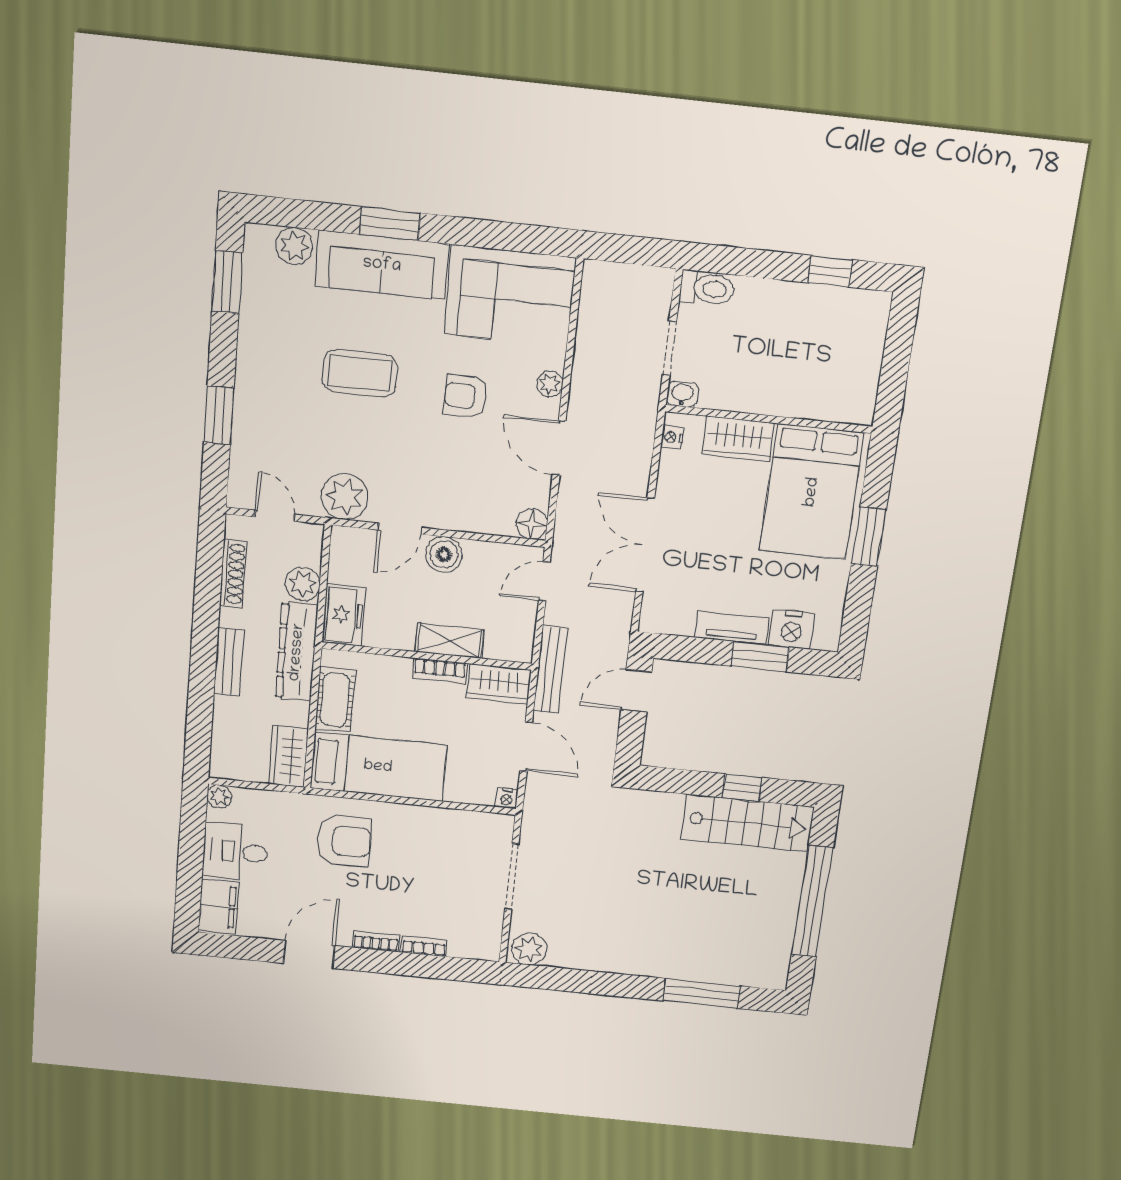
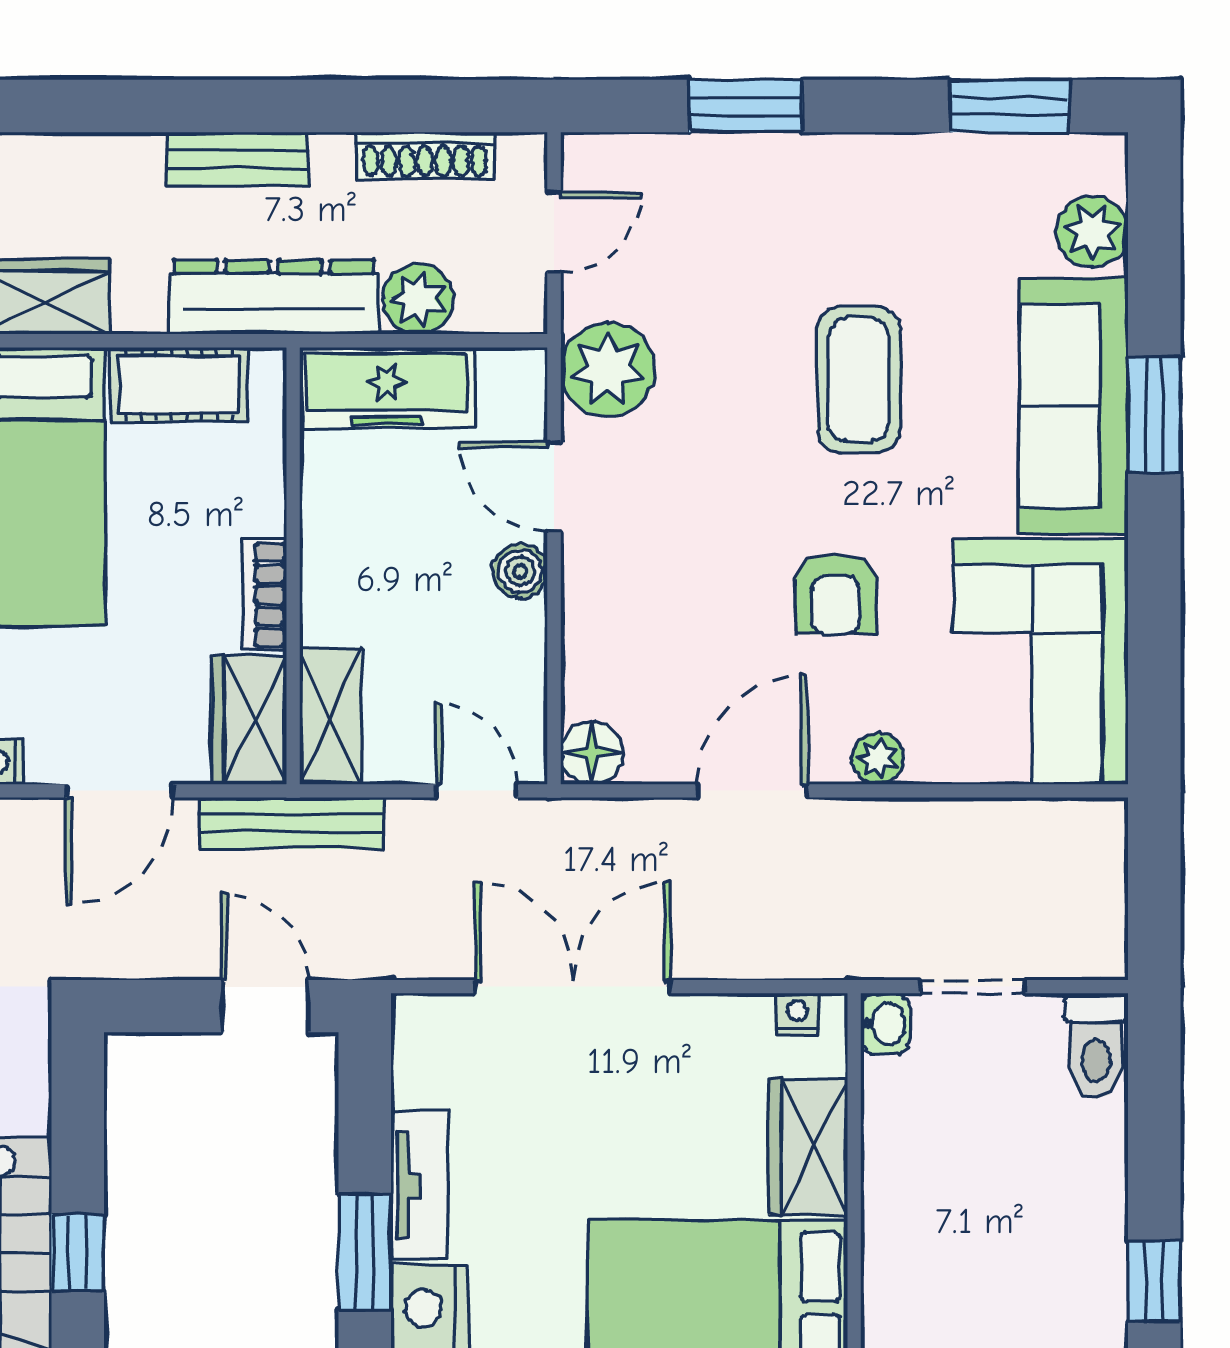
armchair: (466, 396) -> (836, 594), turned 180
boiler: (444, 554) -> (520, 571), width x0.73, depth x0.73
freezer: (344, 615) -> (387, 388), width x1.40
shelving: (449, 641) -> (330, 716), moved

